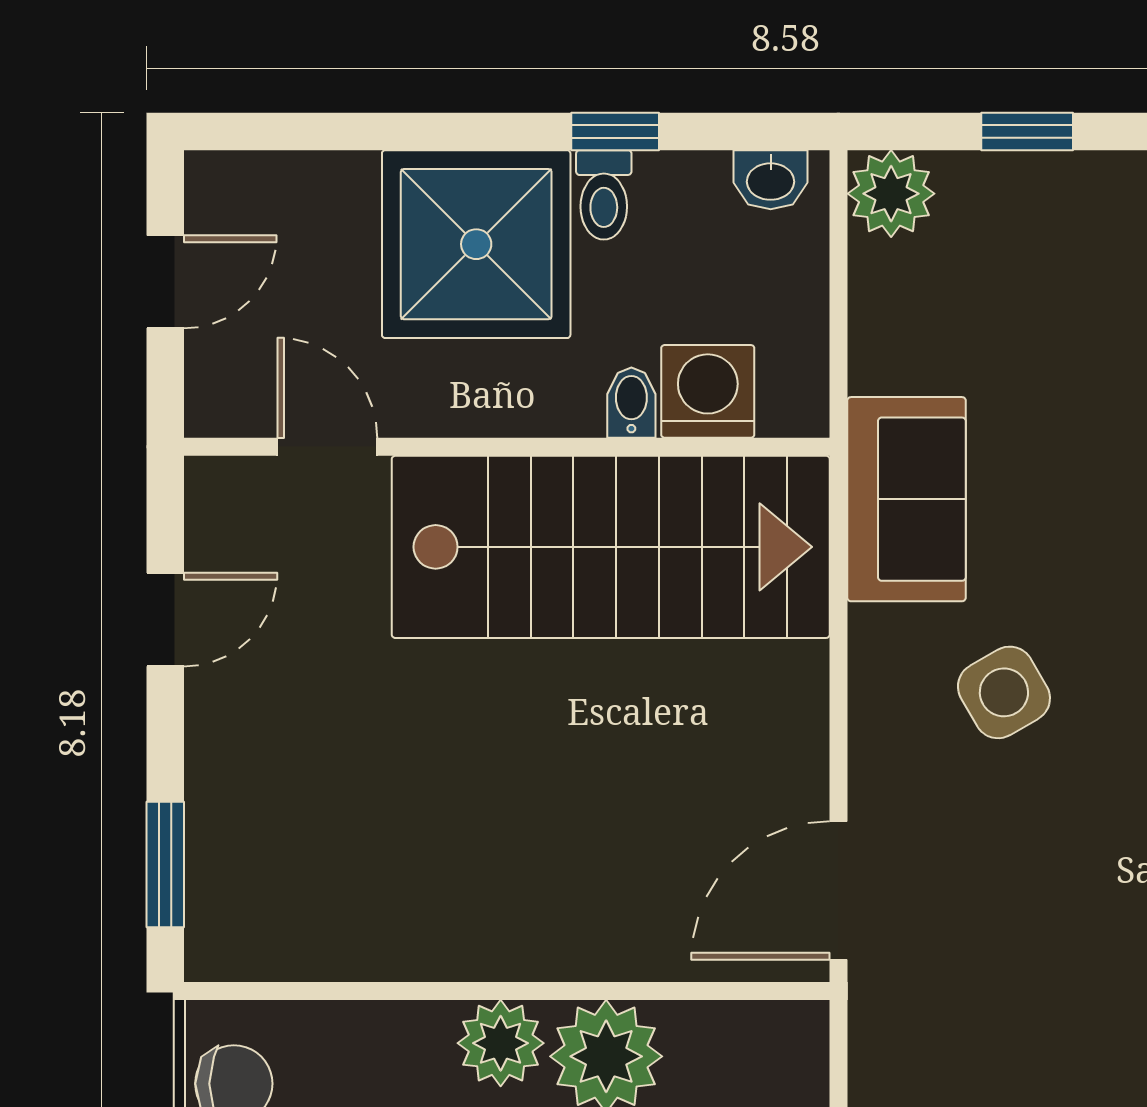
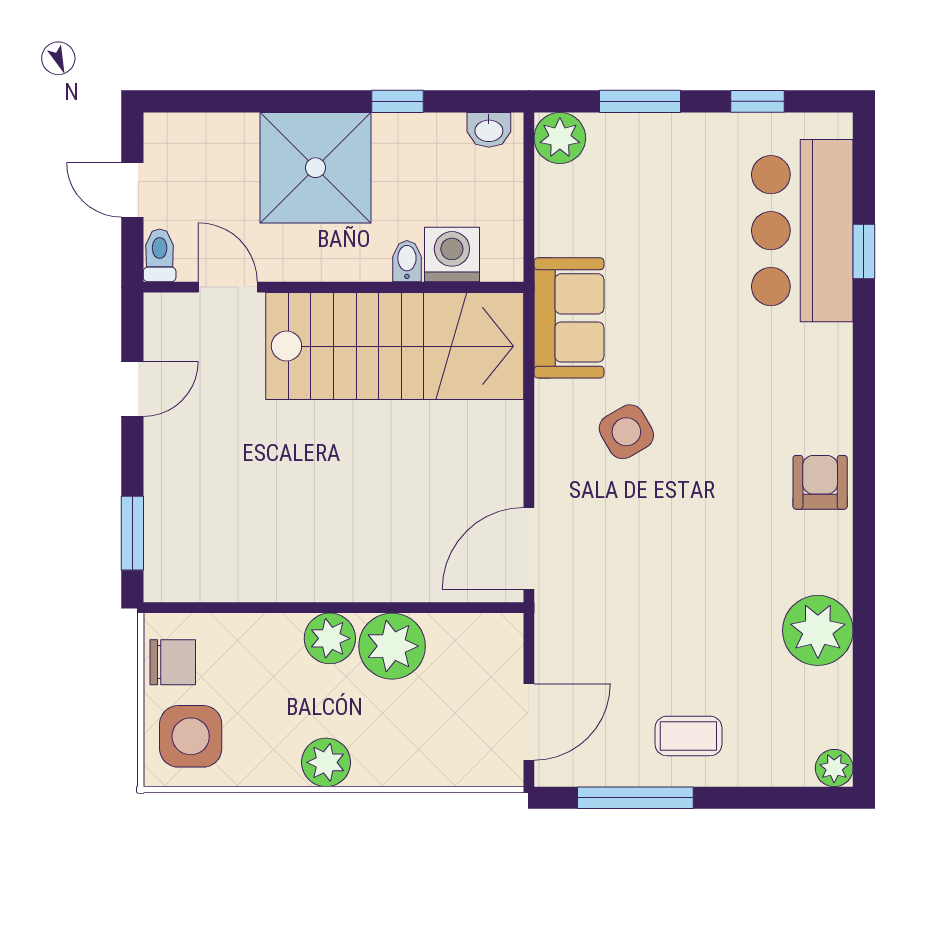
window: (1027, 131) -> (640, 101), width x1.50
toilet: (604, 195) -> (160, 255), moved, turned 180
door: (165, 282) -> (132, 190), swing flipped

